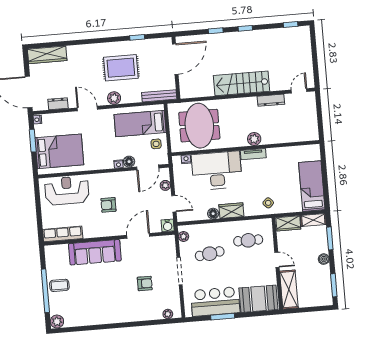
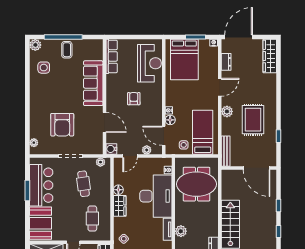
armchair: (145, 283) -> (62, 125), width x1.88, depth x1.88
side table: (82, 310) -> (44, 68), added

